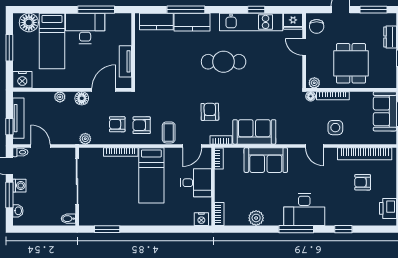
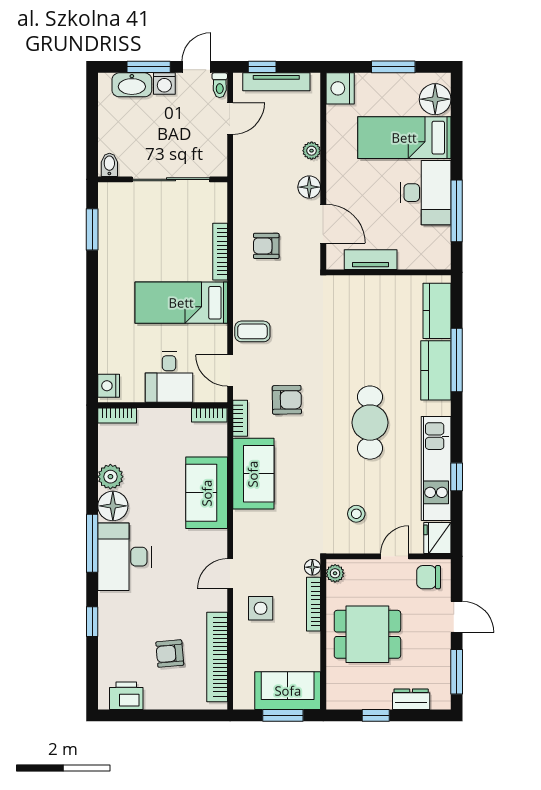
stool: (278, 70) -> (356, 514), added
armchair: (117, 124) -> (266, 246), turned -90
armchair: (142, 125) -> (265, 286), removed
plant: (85, 139) -> (242, 193), removed
armchair: (363, 182) -> (170, 654), turned -95
washbasin: (18, 211) -> (132, 85), width x1.91, depth x1.45
floor lamp: (274, 217) -> (113, 506), added

